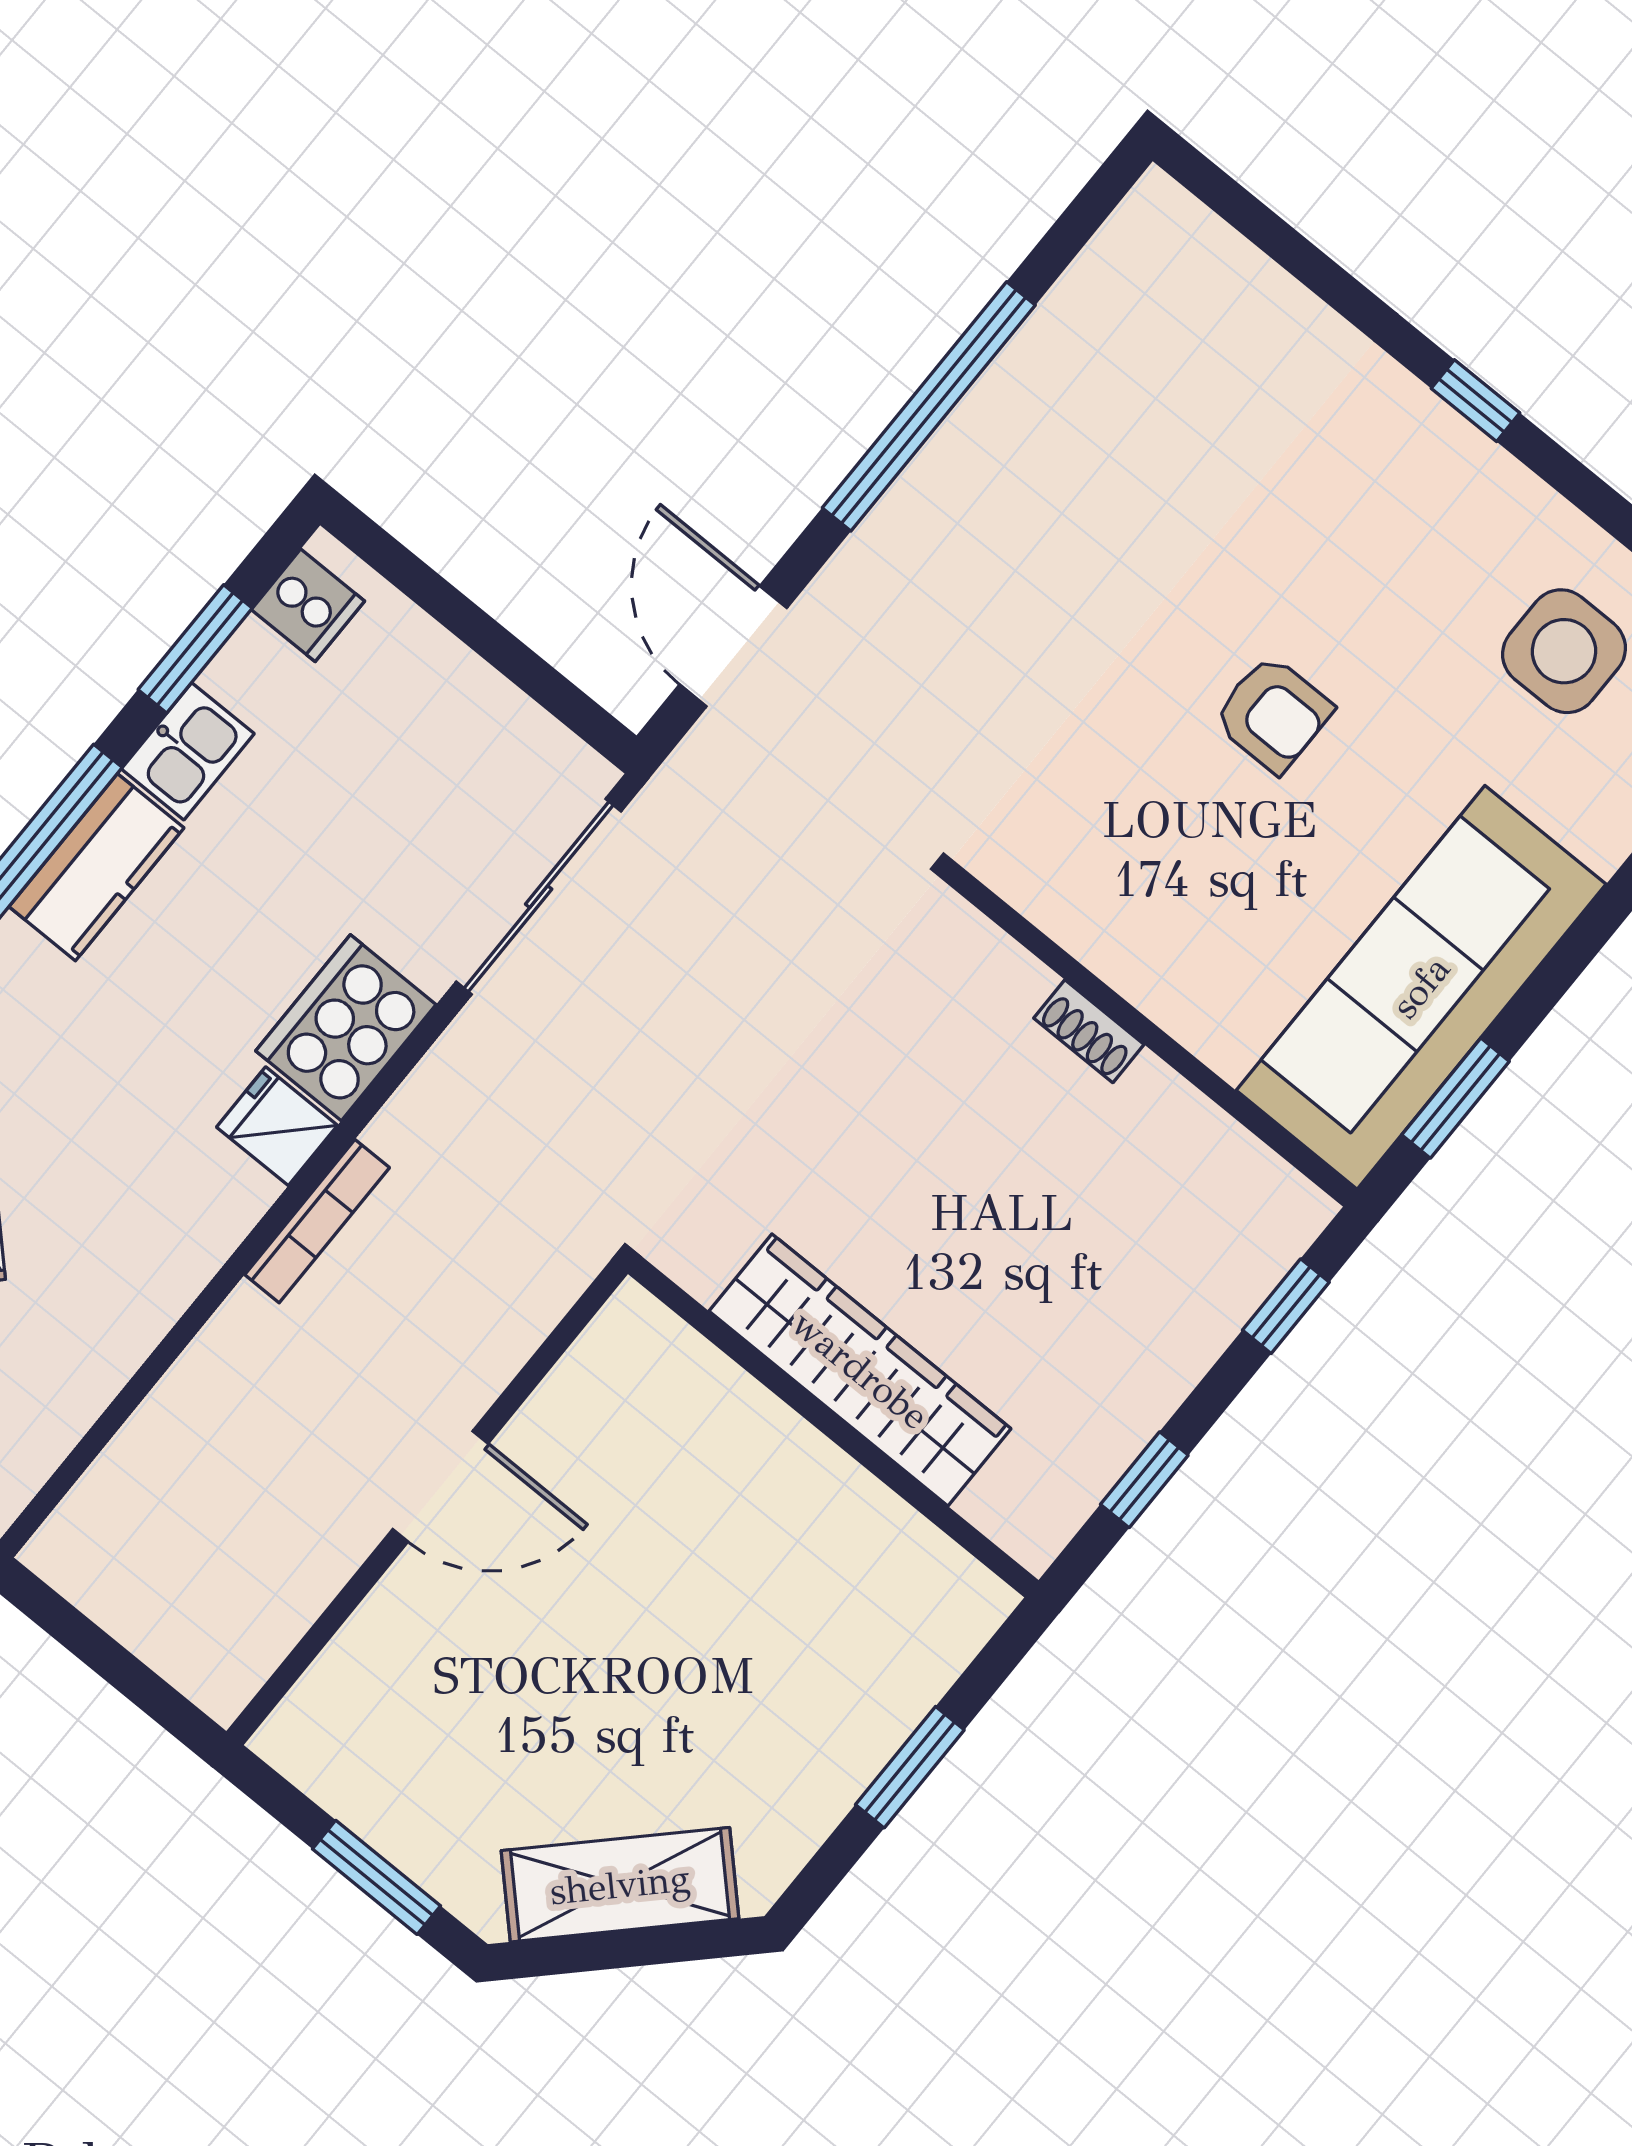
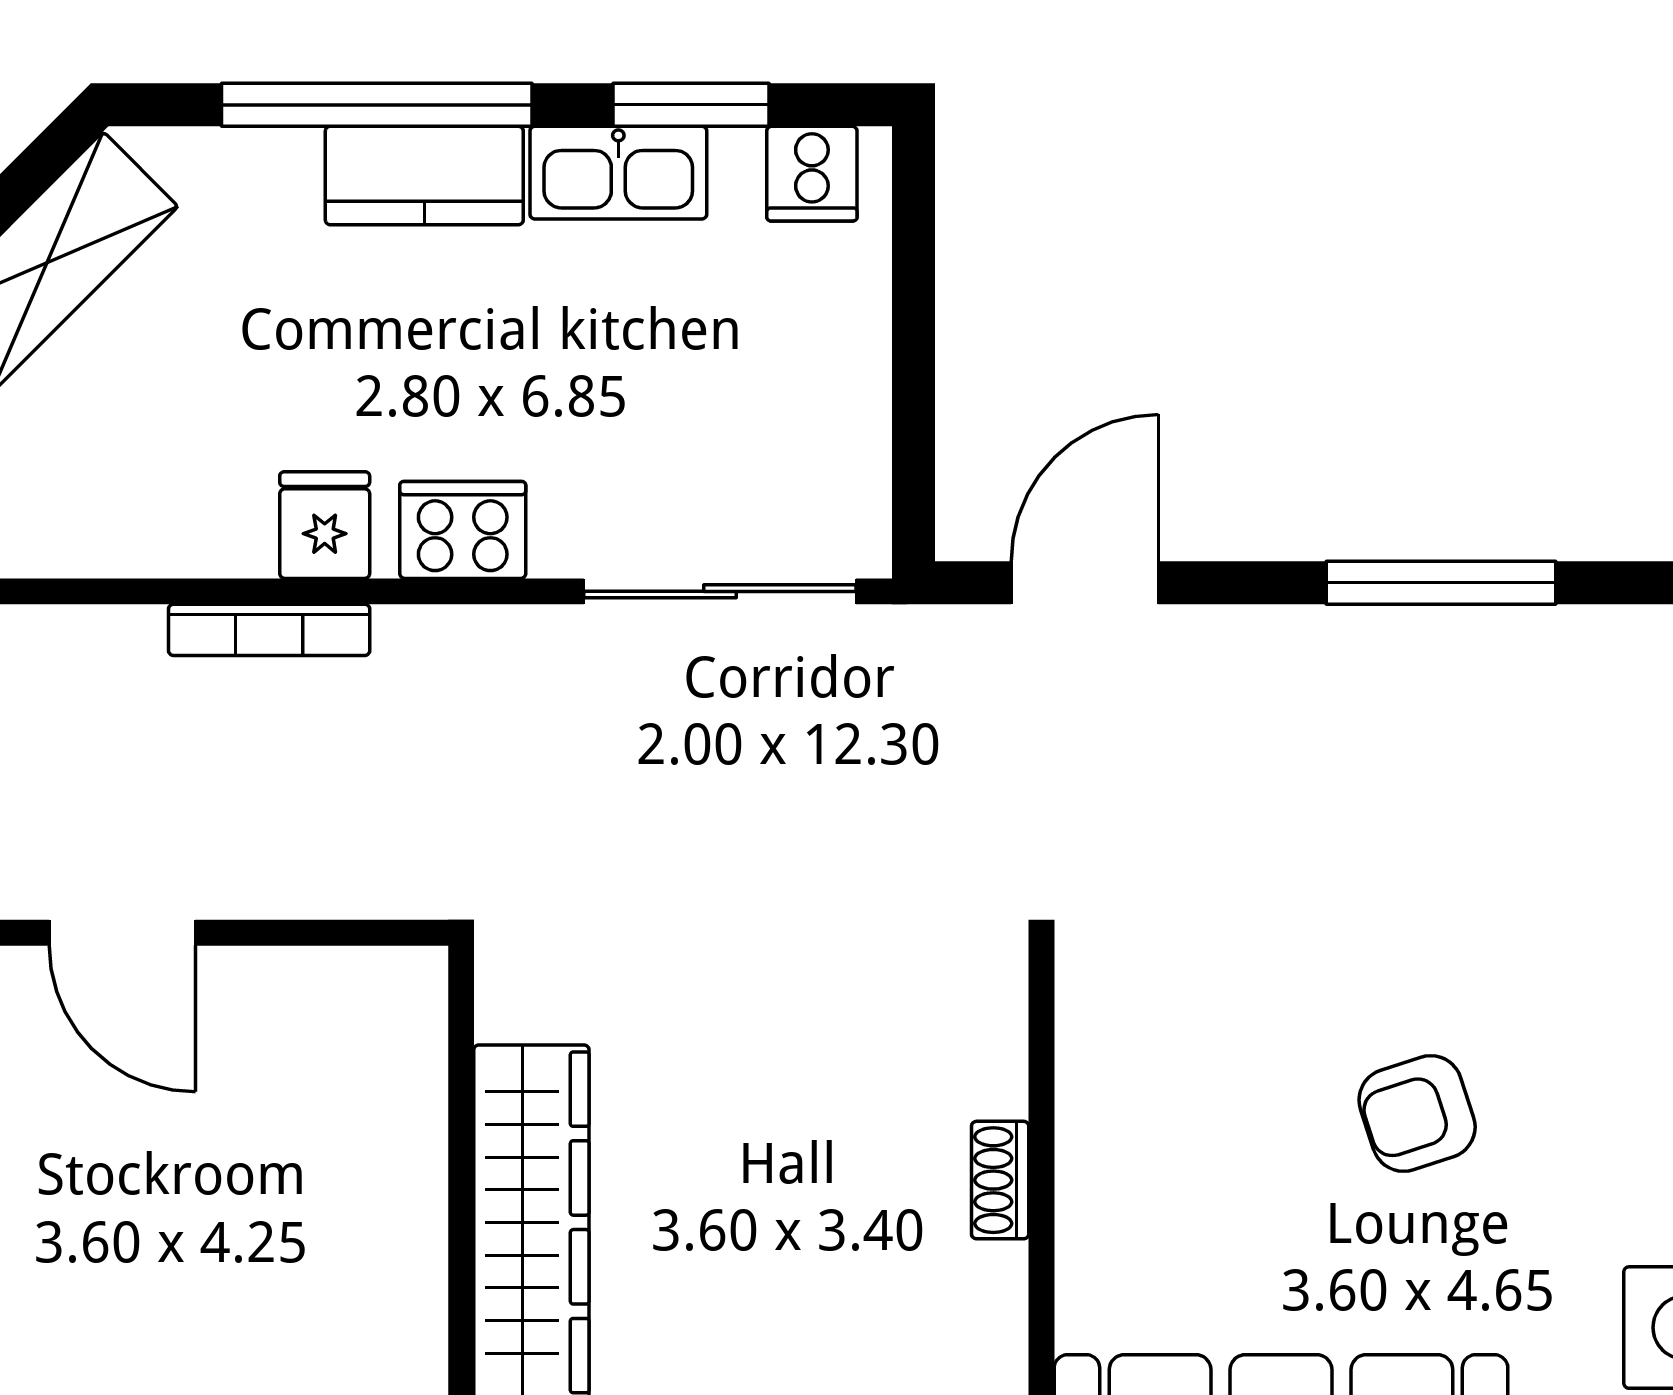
window: (929, 406) -> (1441, 583), width x0.68
armchair: (1273, 714) -> (1417, 1113), turned 72
kitchen sink: (188, 751) -> (618, 173), width x1.38
cooker: (346, 1028) -> (463, 530), width x0.73, depth x0.76

